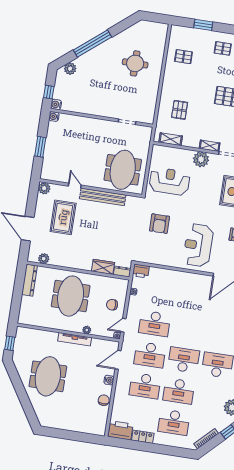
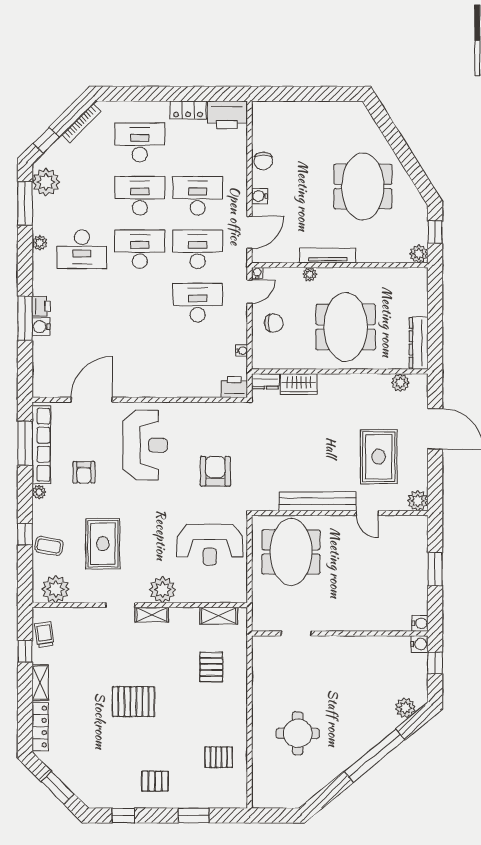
plant: (21, 332) -> (419, 254), added
desk: (184, 360) -> (140, 249), turned 180

